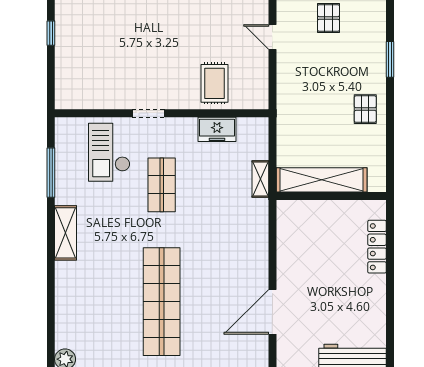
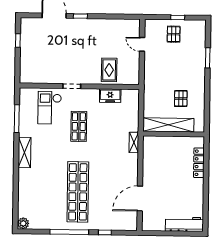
pallet: (365, 109) -> (181, 98), moved
shelving: (260, 179) -> (134, 142), moved

